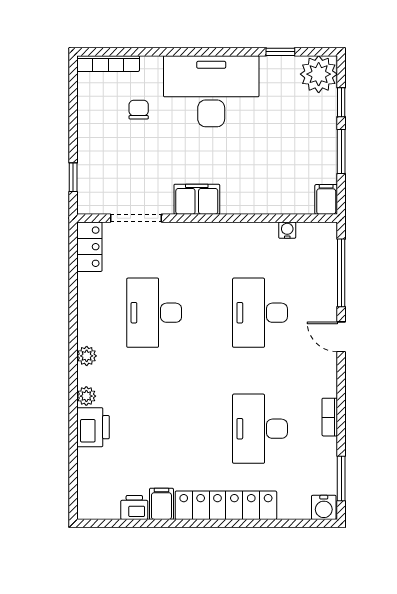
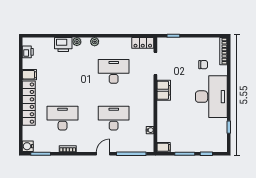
plant: (319, 74) -> (219, 144), removed
printer: (134, 507) -> (28, 52), moved

